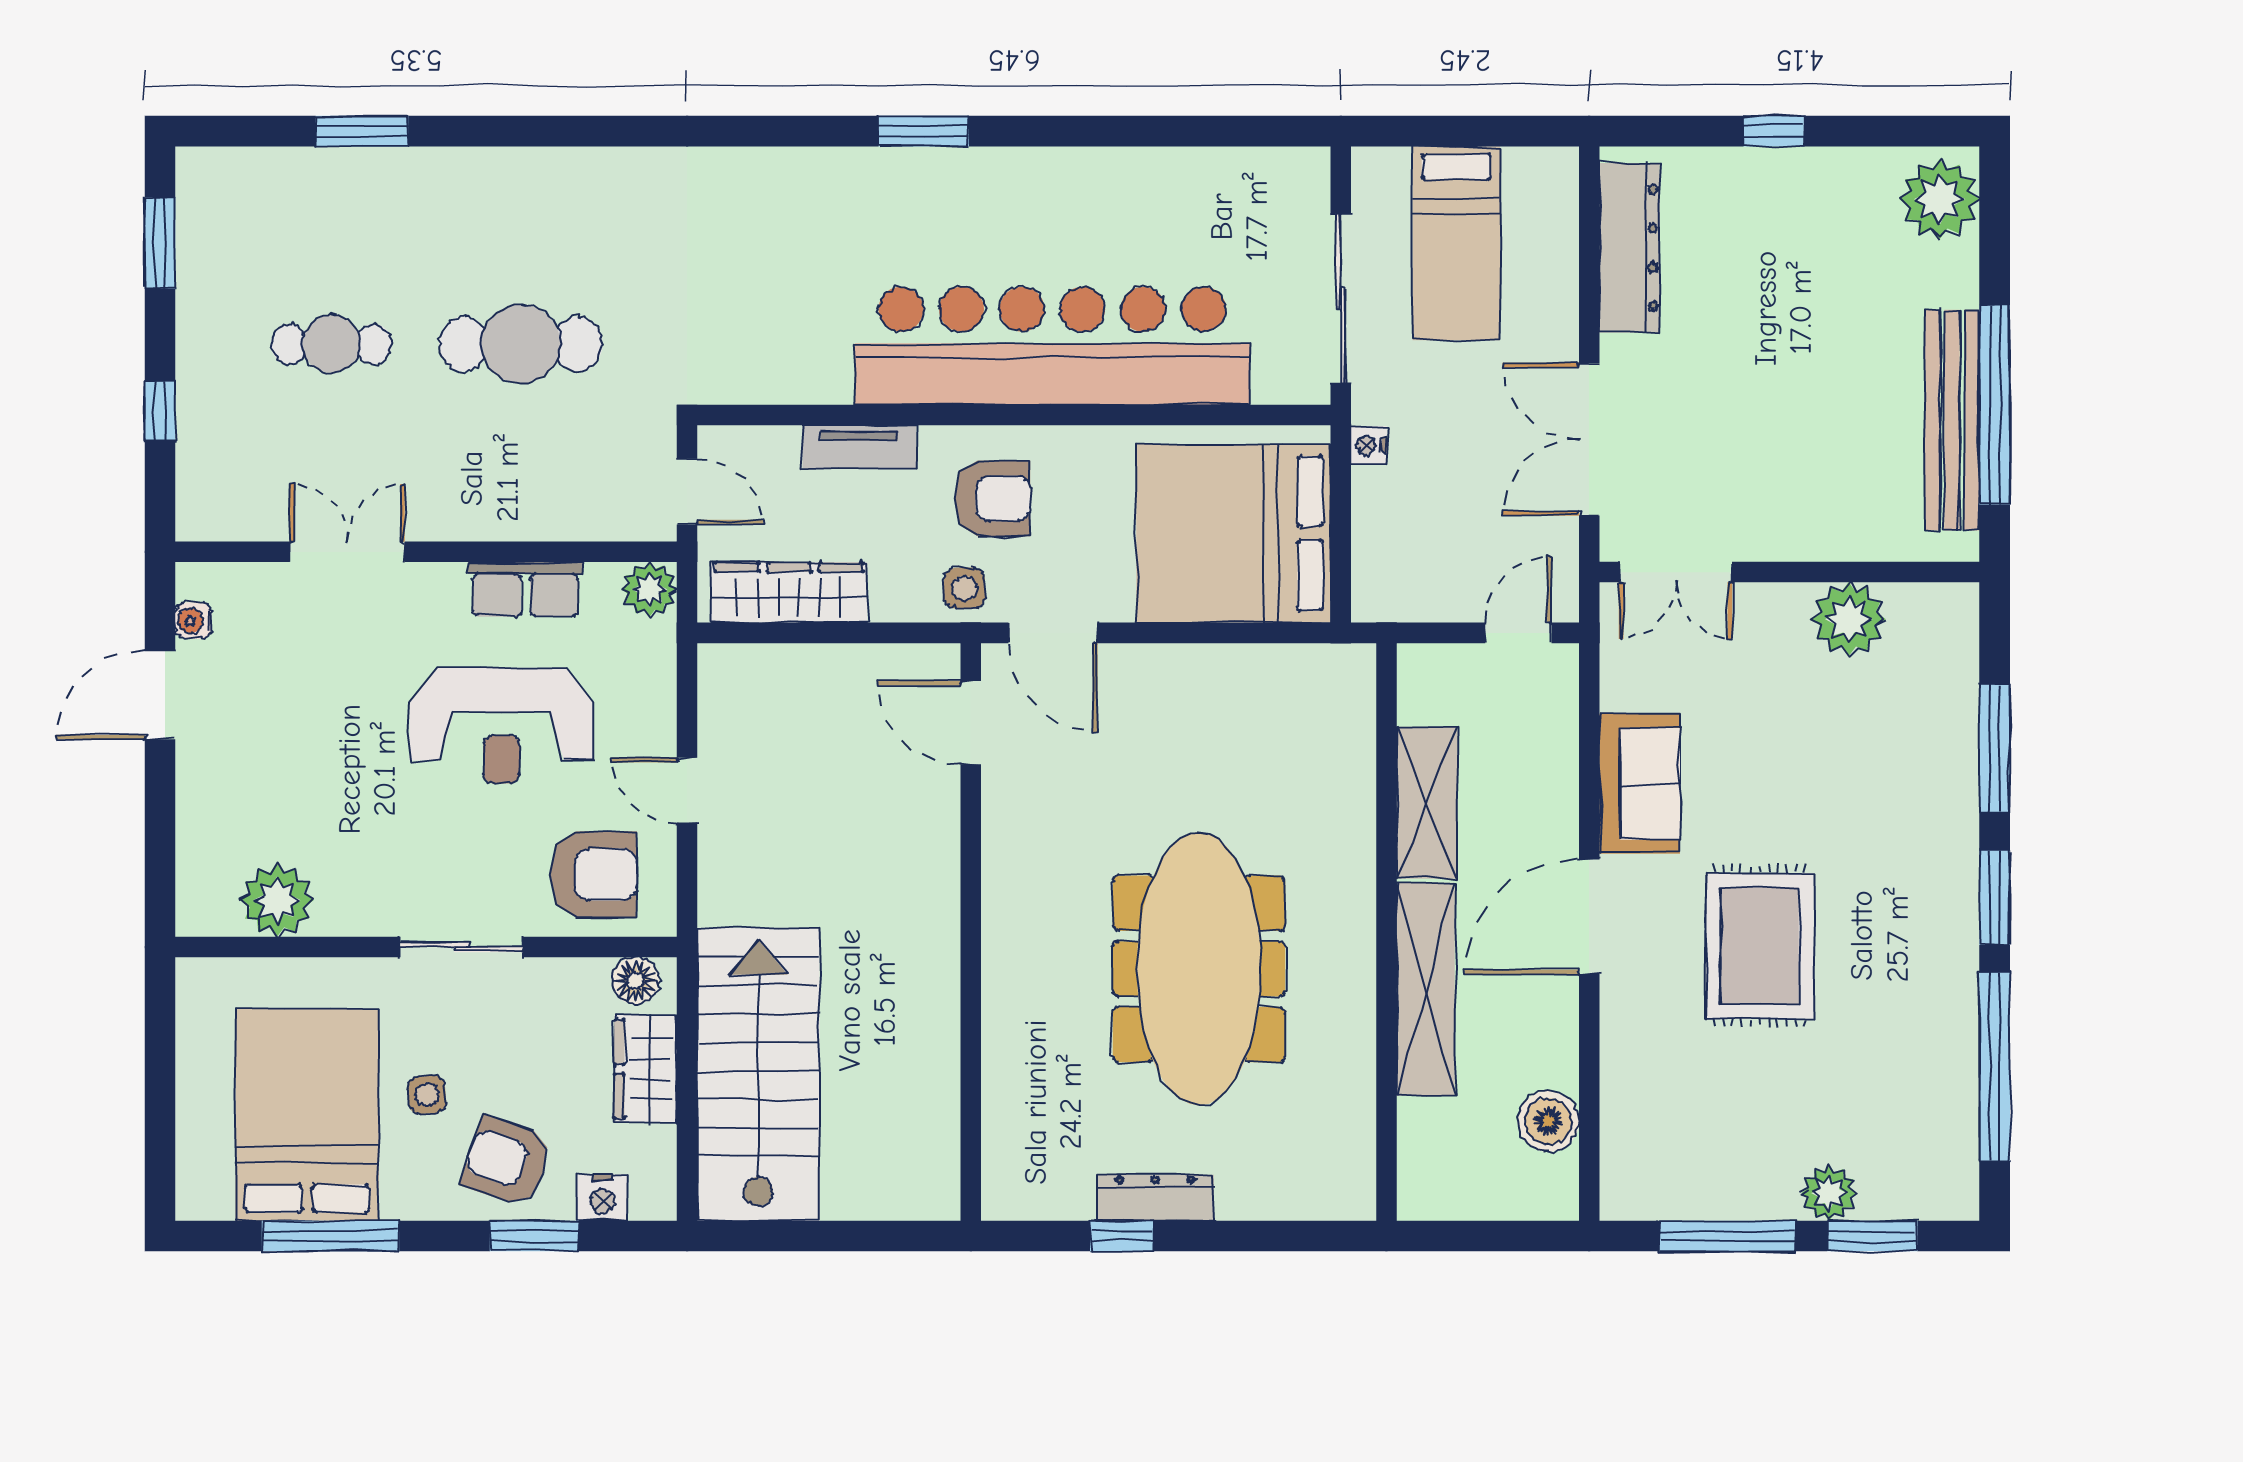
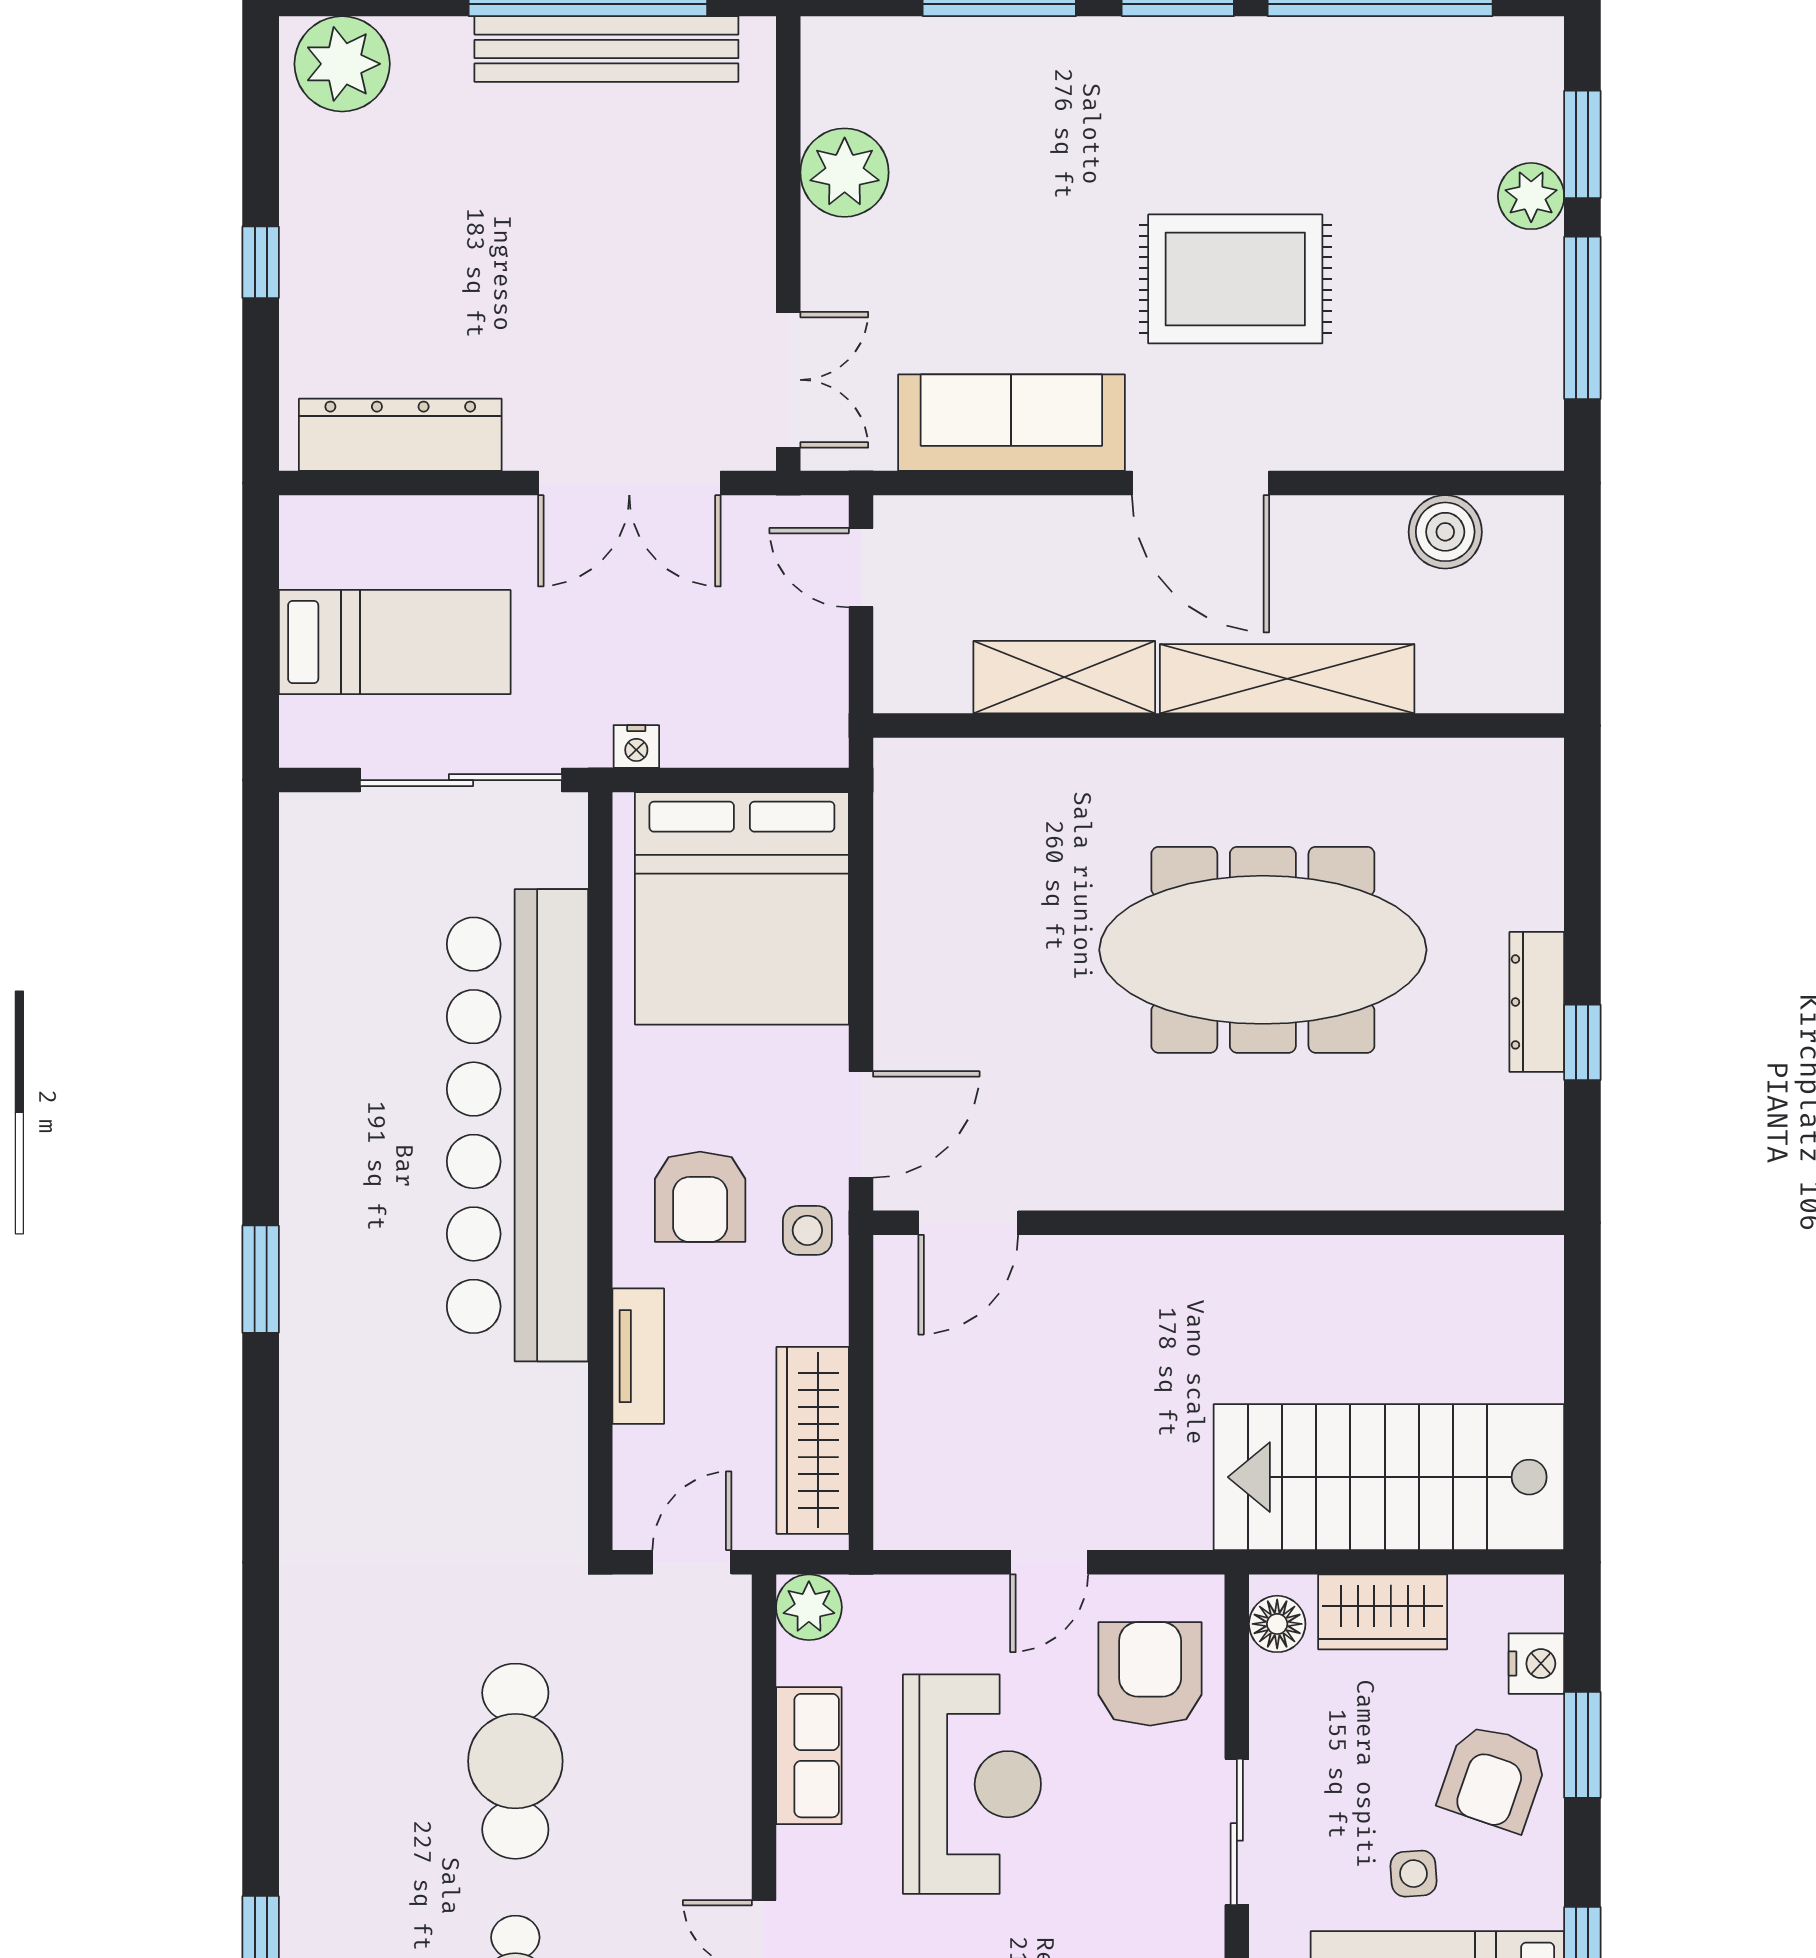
armchair: (992, 498) -> (700, 1197), turned 180
sofa: (1640, 784) -> (1011, 423), width x1.36

